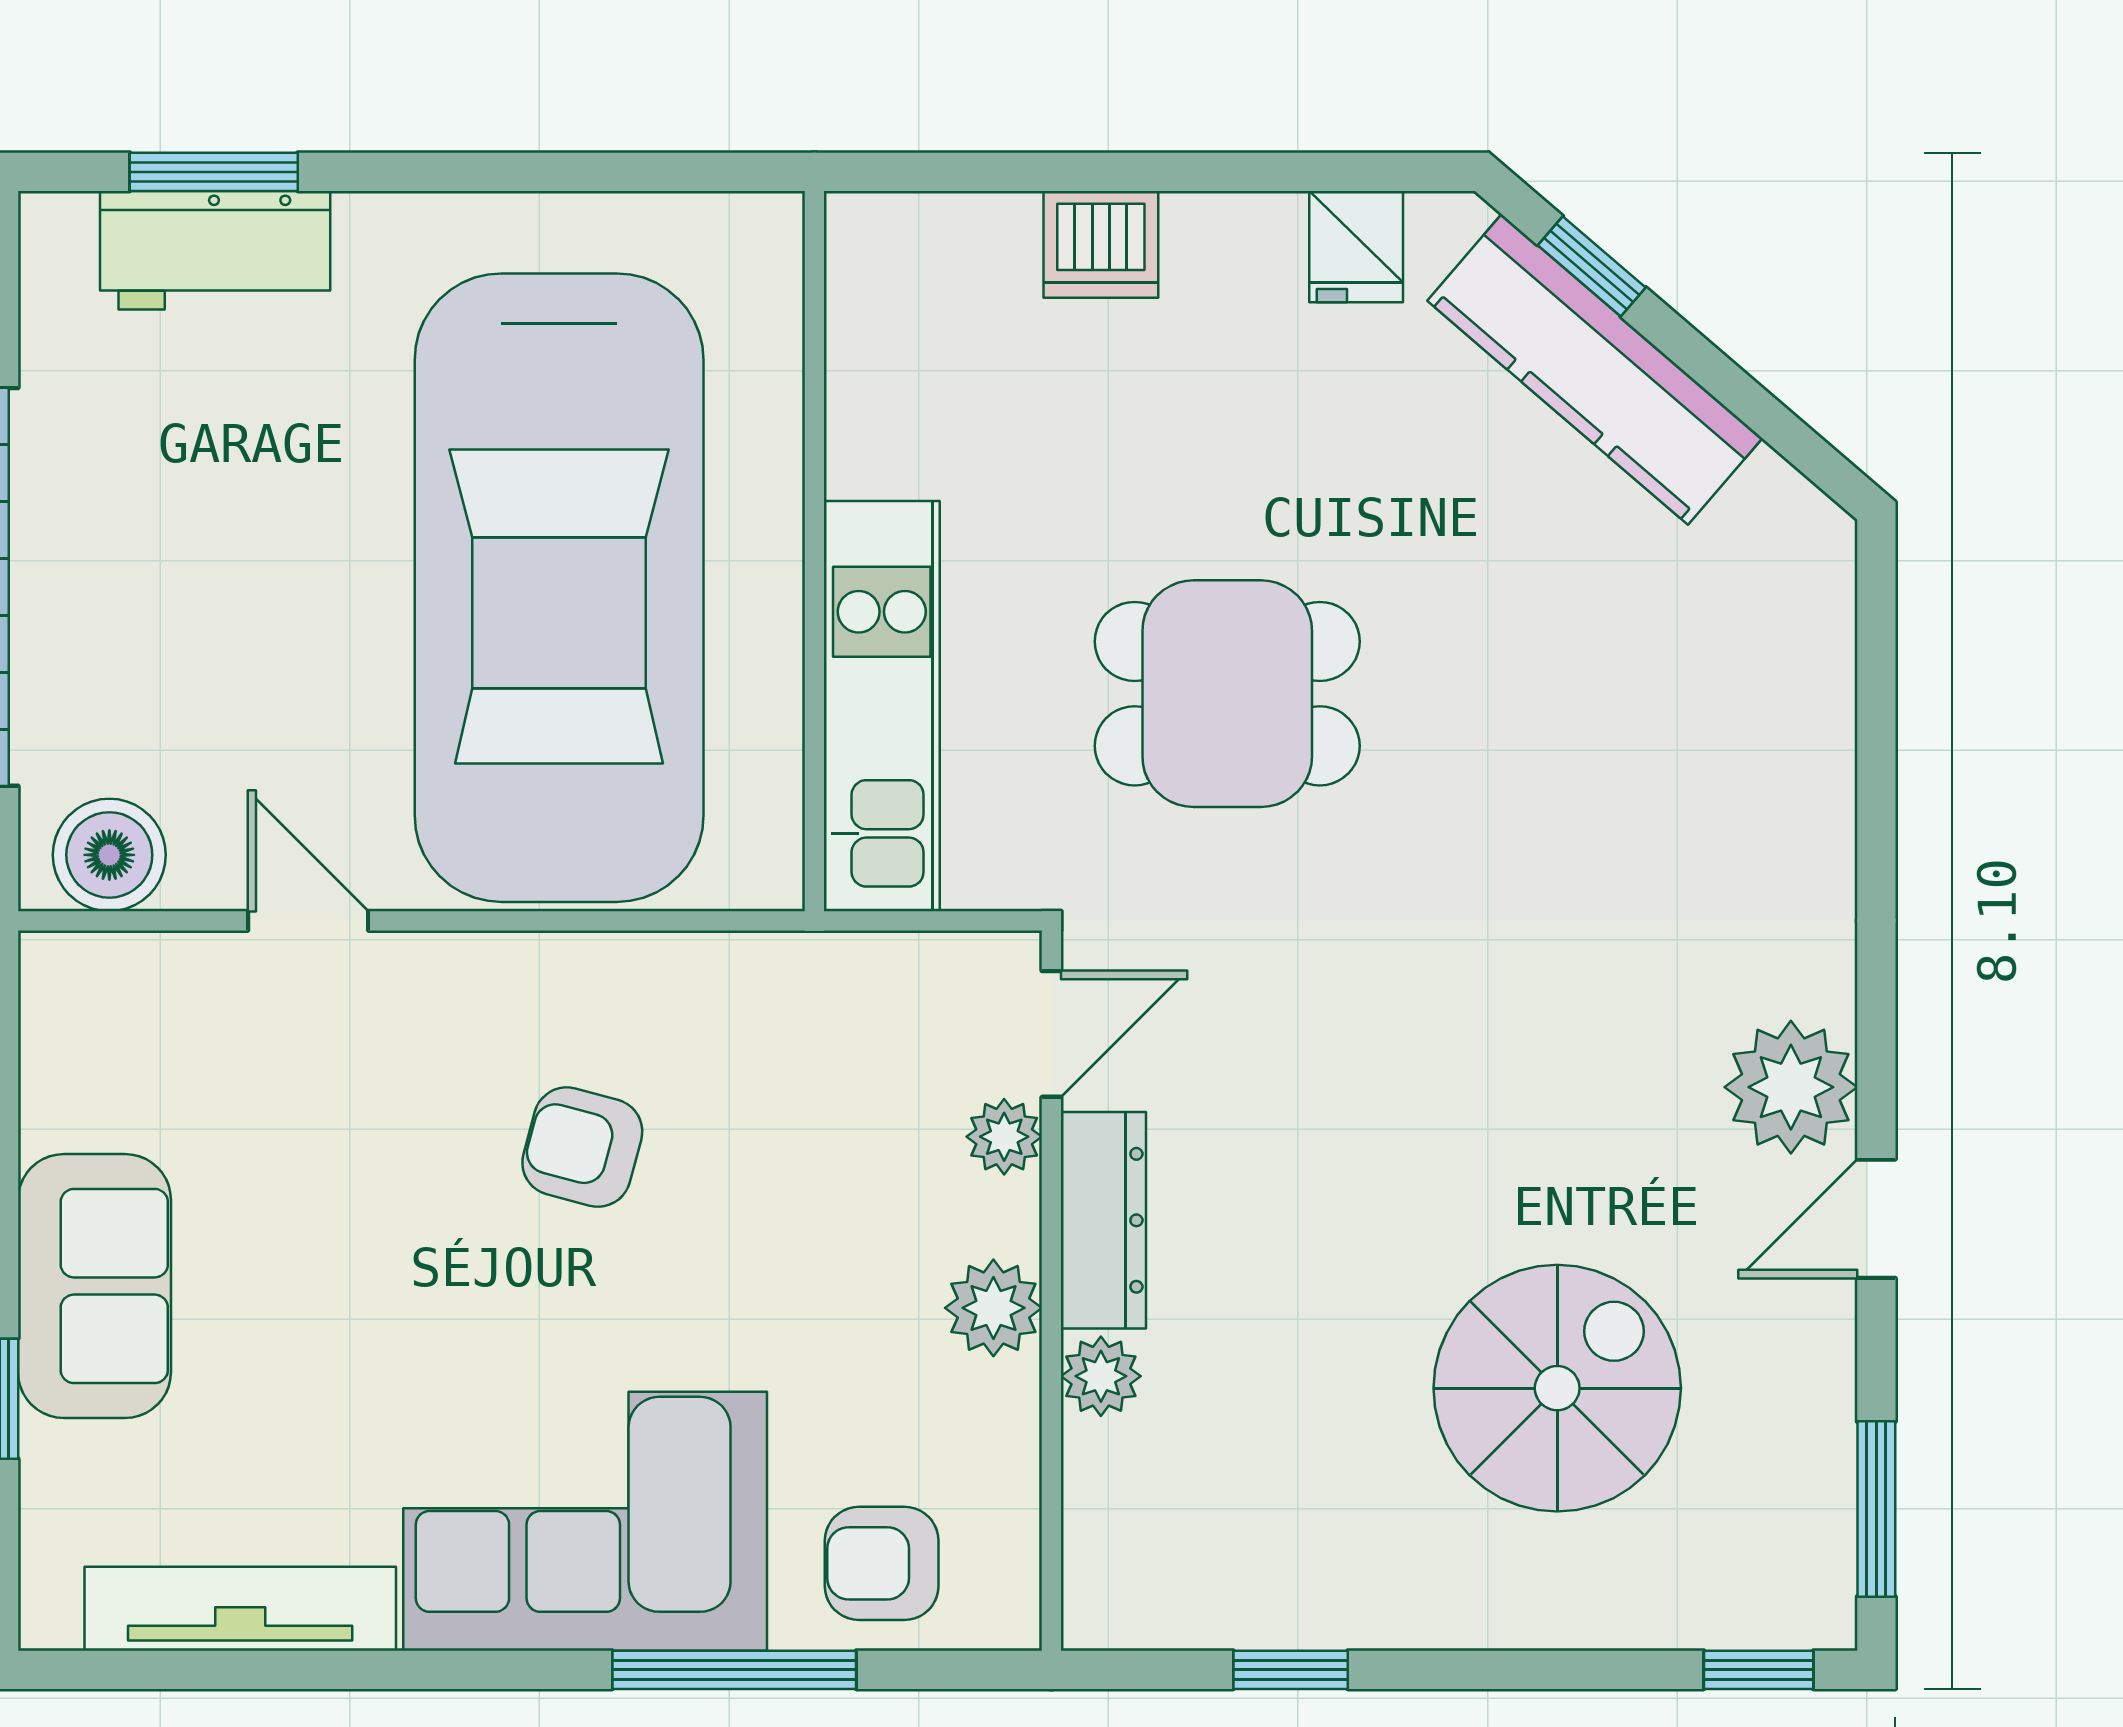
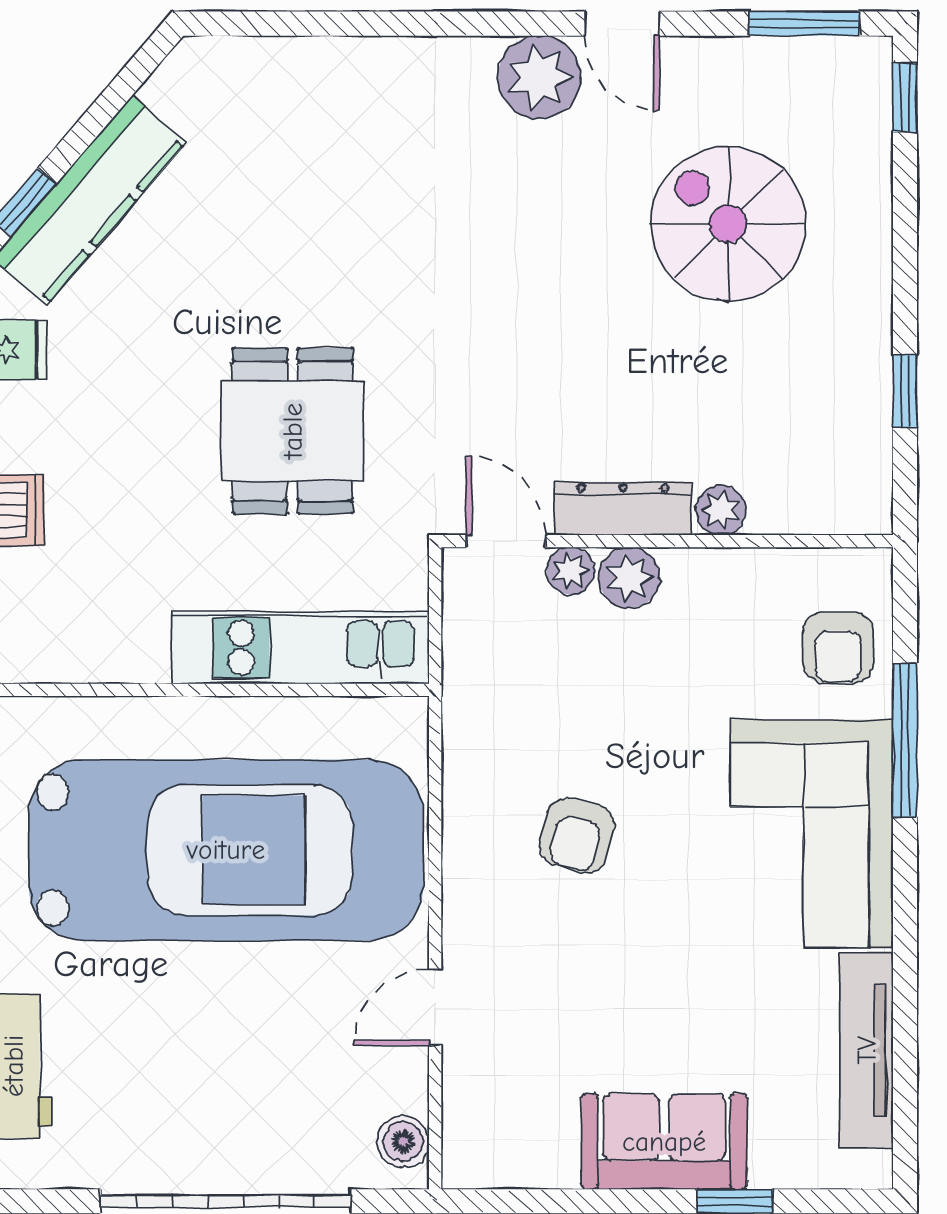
boiler: (109, 855) -> (403, 1142), width x0.73, depth x0.73
plant: (993, 1308) -> (629, 577), moved

